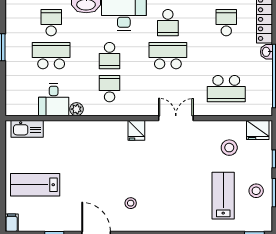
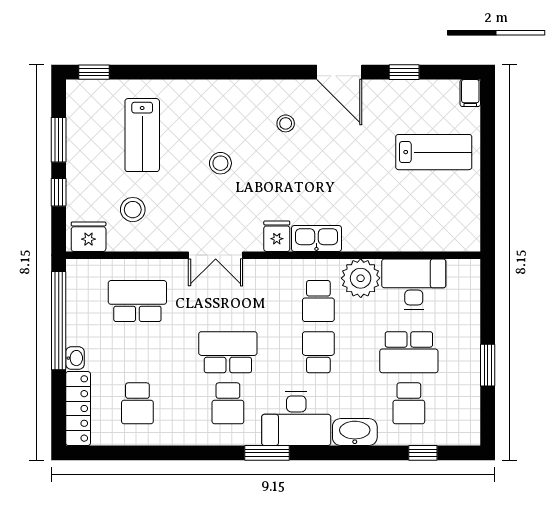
school desk: (168, 23) -> (228, 403), turned 180
school desk: (168, 56) -> (228, 352), turned 180
desk: (54, 100) -> (414, 284), width x1.37
plant: (76, 109) -> (361, 278), width x1.88, depth x1.88
kitchen sink: (27, 129) -> (316, 238), moved
stool: (256, 191) -> (220, 163), moved

